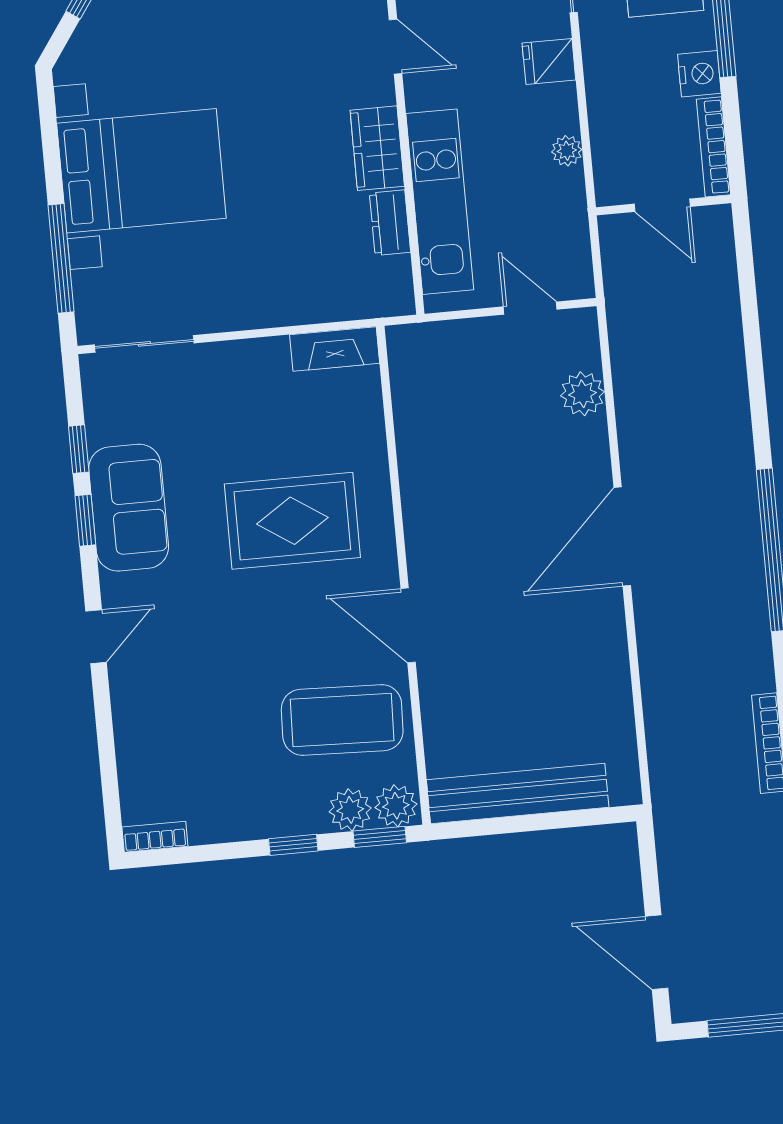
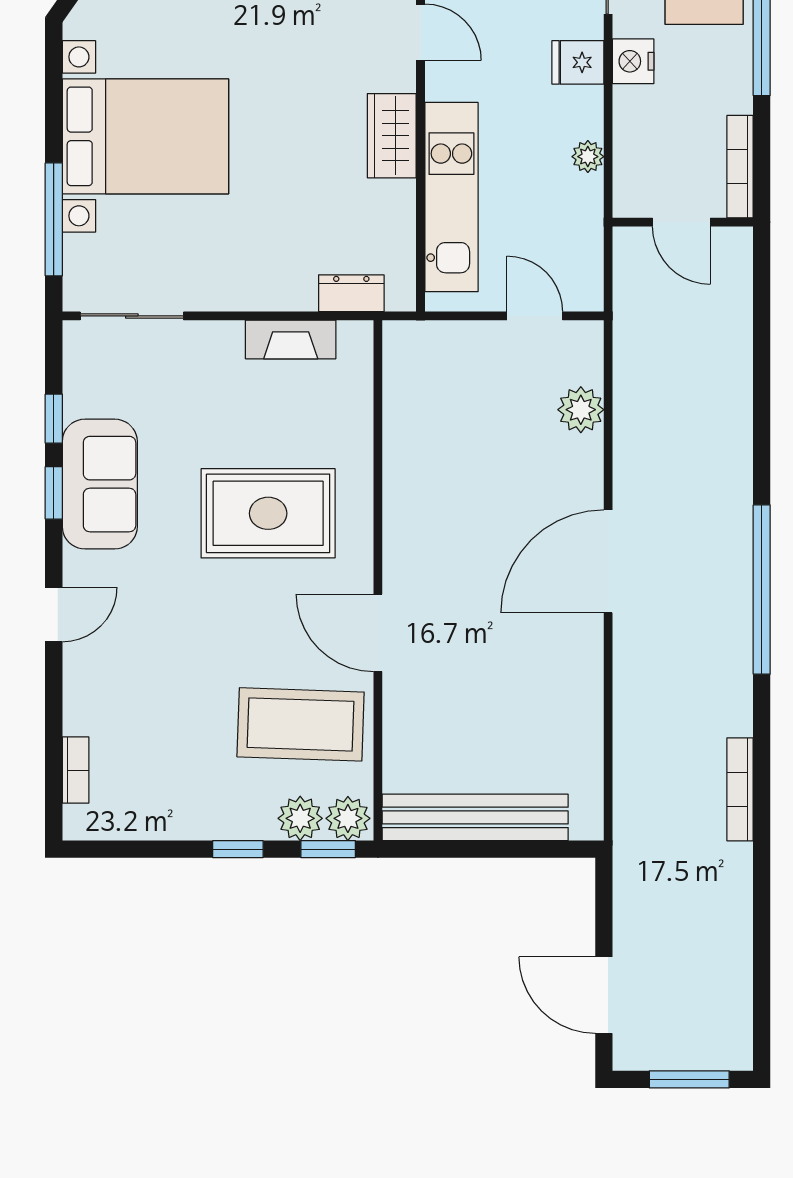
nightstand: (699, 74) -> (633, 61), moved, turned 180
dresser: (390, 223) -> (351, 293), moved, turned 90
fireplace: (335, 349) -> (291, 340), moved
bookcase: (155, 837) -> (76, 770), moved, turned 90

